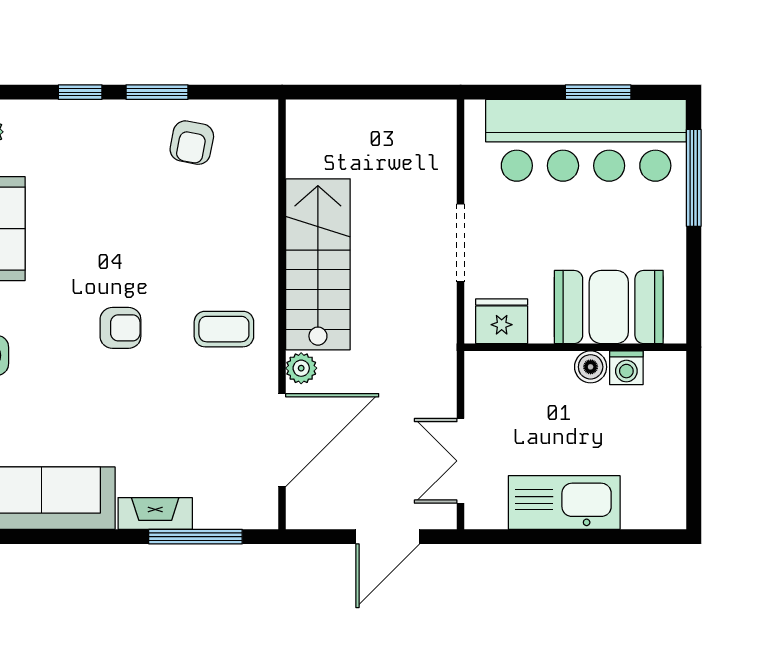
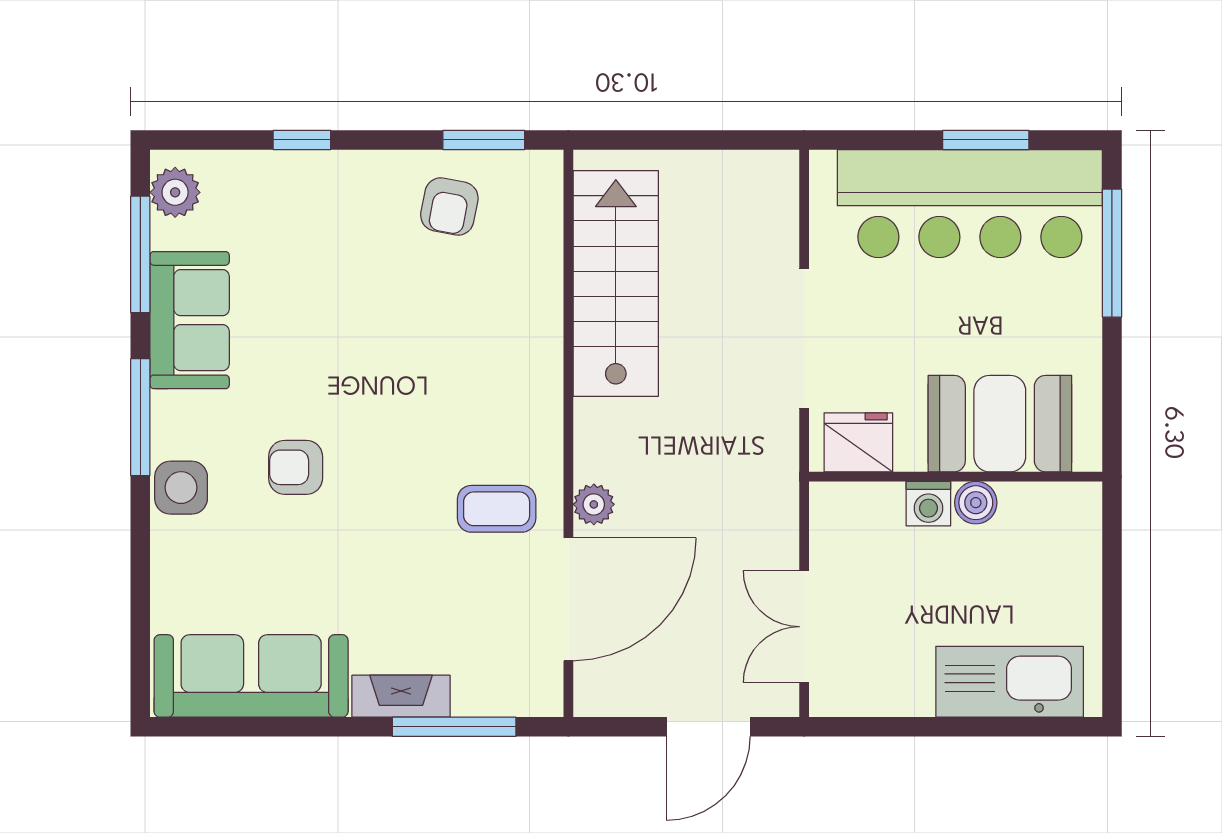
window: (157, 92) -> (484, 140), moved
doorway: (461, 243) -> (804, 339), width x1.36
stairs: (318, 264) -> (616, 283), moved
armchair: (120, 328) -> (296, 467), moved, turned 180
coffee table: (224, 329) -> (497, 509), moved
washing machine: (626, 368) -> (928, 504), moved
kitchen sink: (564, 503) -> (1010, 682), moved

